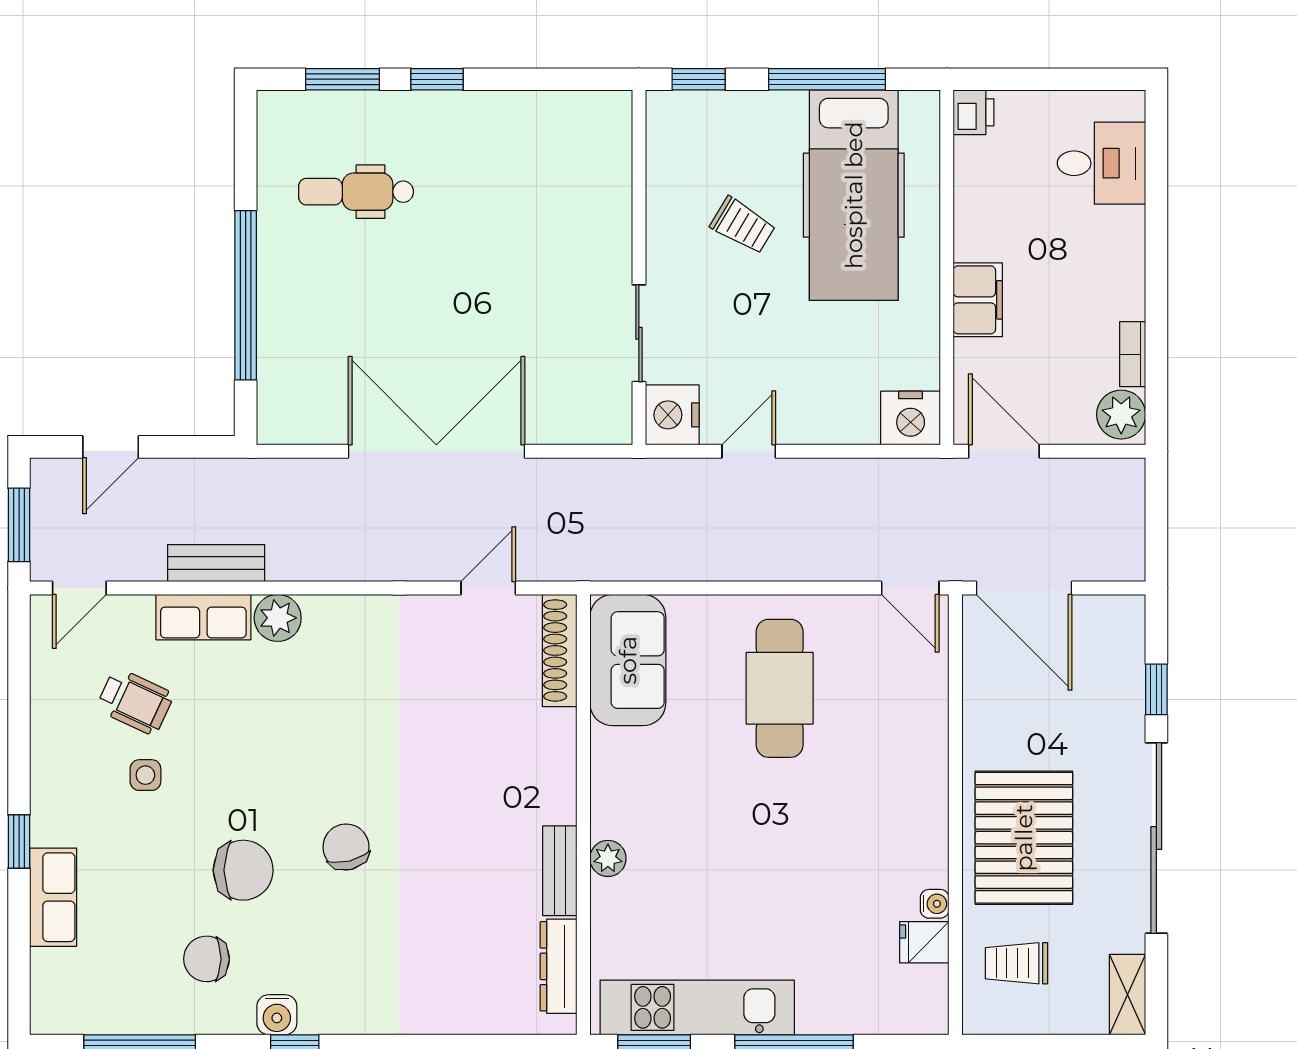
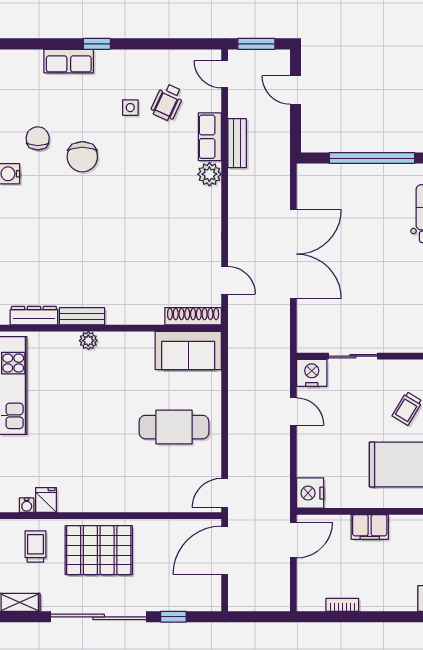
plant: (1121, 415) -> (312, 599), removed
chair: (346, 847) -> (94, 209), removed
water cooler: (935, 904) -> (27, 505), moved

